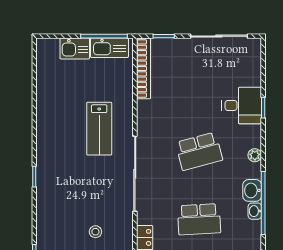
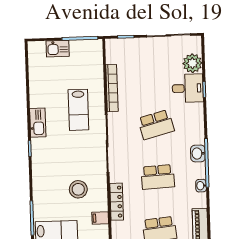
kitchen sink: (109, 48) -> (38, 123), moved, turned -90
bookcase: (143, 68) -> (112, 88), moved
plant: (255, 155) -> (192, 63), moved, width x1.88, depth x1.88
washbasin: (255, 211) -> (201, 186), moved
stool: (95, 232) -> (78, 189), width x1.89, depth x1.89

